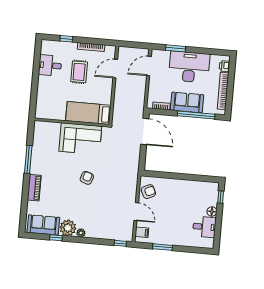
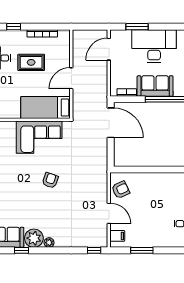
door: (115, 69) -> (71, 78), moved
rug: (79, 72) -> (31, 62), turned 90

